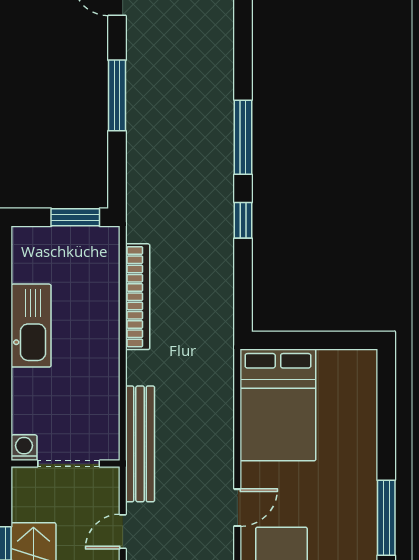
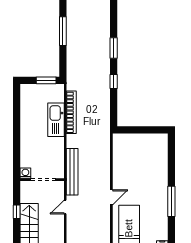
window: (243, 137) -> (114, 48), width x0.69
kitchen sink: (31, 326) -> (56, 120), moved, turned 180
bed: (278, 405) -> (128, 156), removed

